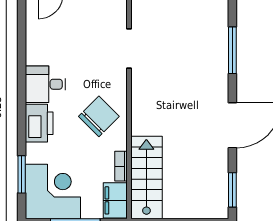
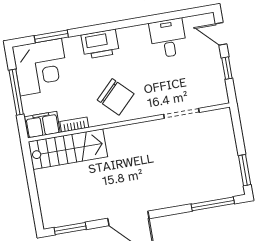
window: (232, 50) -> (213, 204), moved
desk: (45, 84) -> (168, 38), moved

